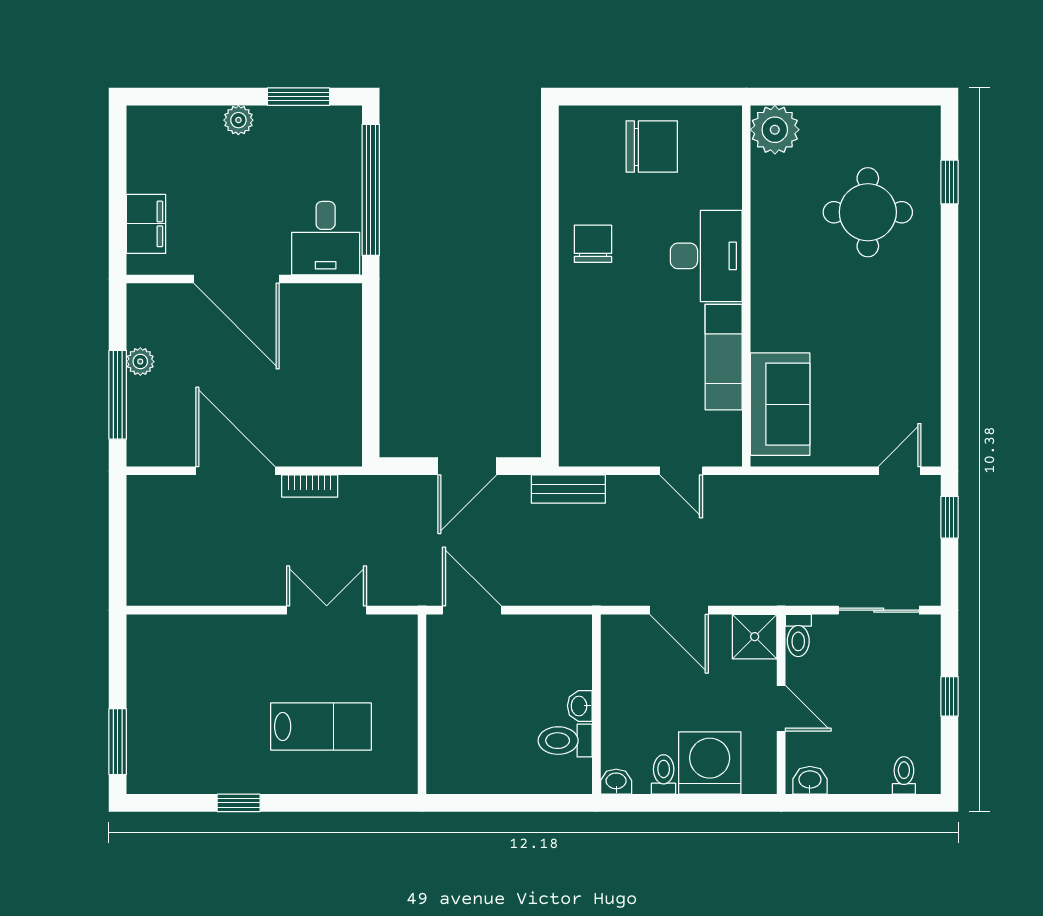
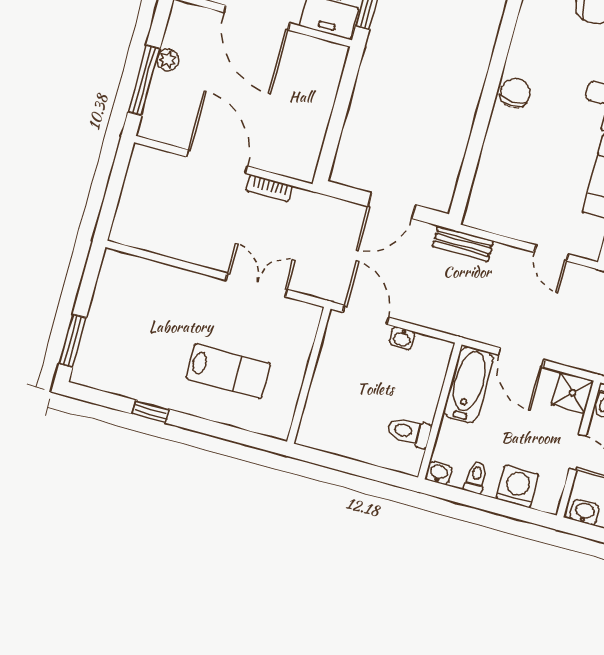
chair: (593, 244) -> (515, 93), moved
bathtub: (623, 662) -> (468, 385), added
washbasin: (580, 706) -> (402, 338), moved, turned -90
washing machine: (710, 763) -> (517, 486), width x0.73, depth x0.73

